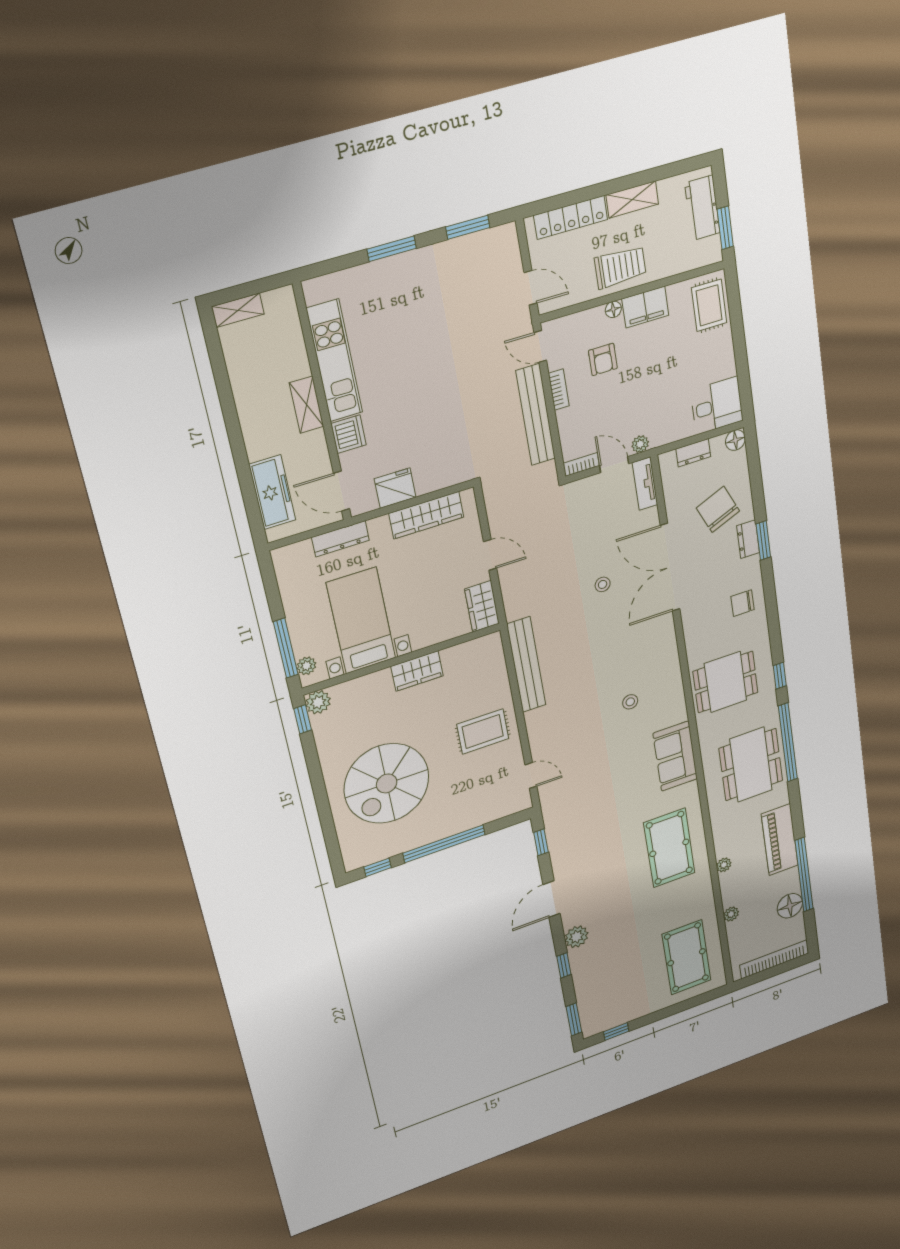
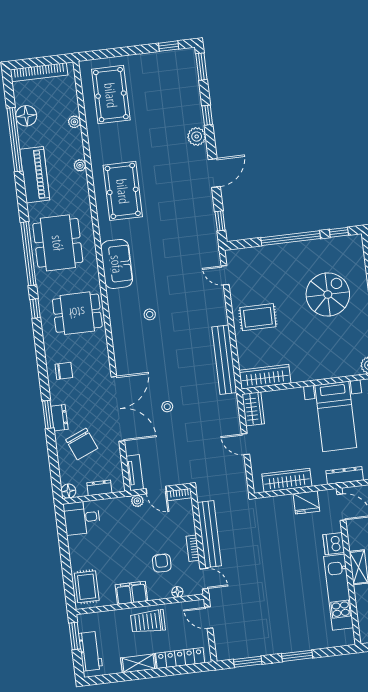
floor lamp: (613, 309) -> (177, 592), moved
wardrobe: (417, 671) -> (265, 377), moved, width x1.50
spiral stairs: (387, 783) -> (328, 295), width x0.73, depth x0.73

